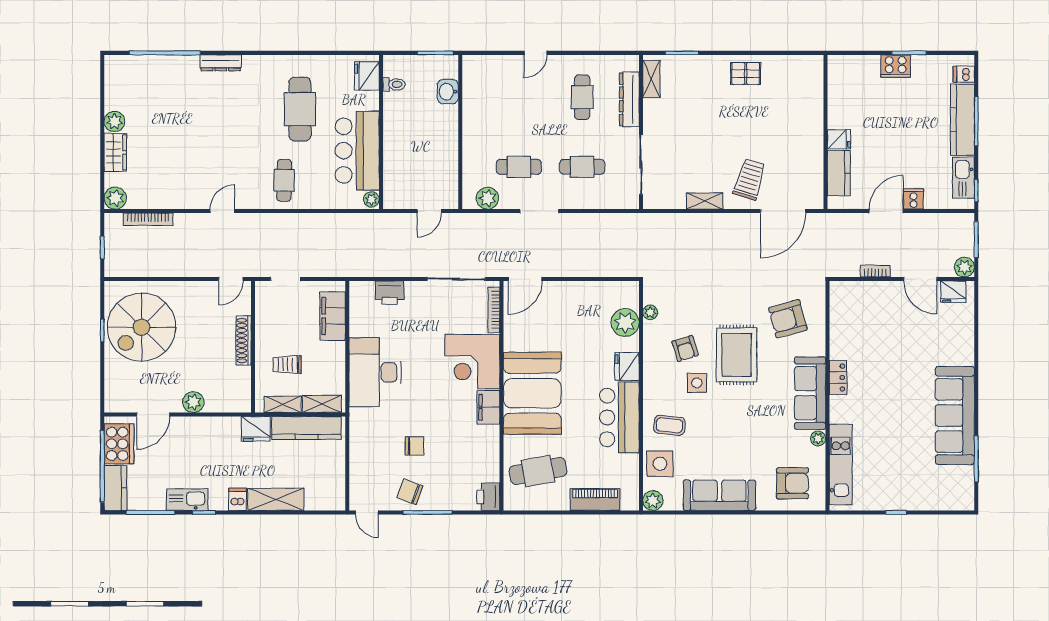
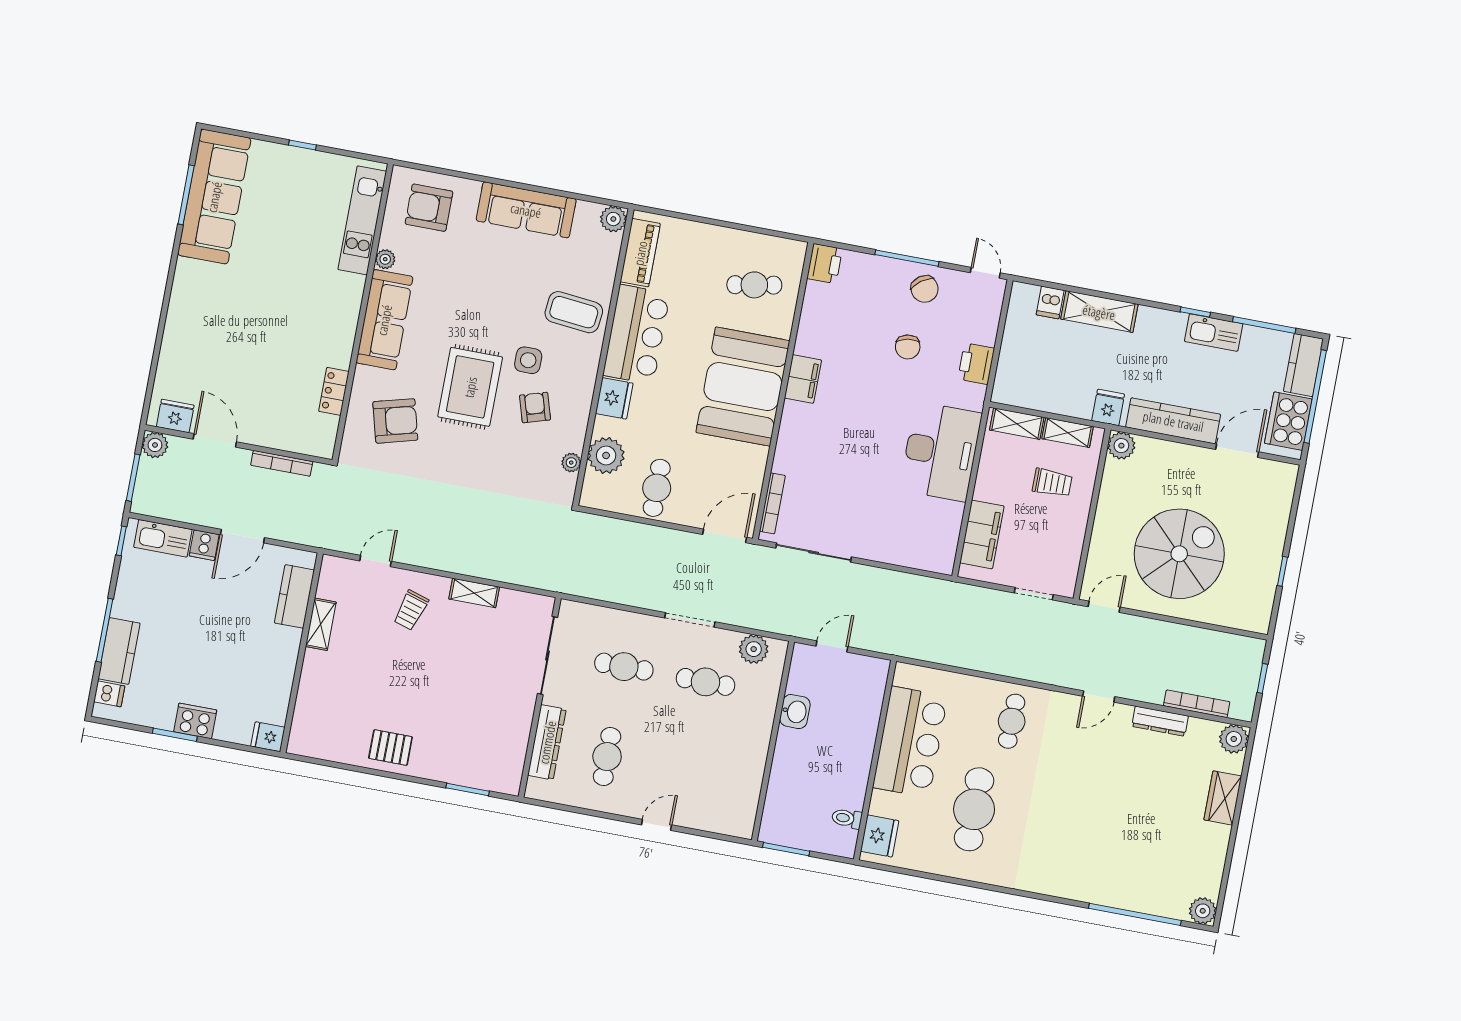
dresser: (221, 63) -> (1160, 721), moved, turned 180
shelving: (651, 79) -> (321, 624), moved
washbasin: (448, 92) -> (795, 712), moved
kitchen counter: (962, 120) -> (119, 651), width x0.67
plant: (114, 122) -> (1203, 911), moved
fridge: (839, 139) -> (268, 737), moved
kitchen sink: (963, 178) -> (163, 538), moved, turned 90
trolley: (750, 179) -> (411, 610), width x0.73, depth x0.72
plant: (371, 199) -> (904, 675), removed
door: (783, 211) -> (376, 561), width x0.53
bookcase: (875, 271) -> (282, 463), width x1.56
printer: (390, 293) -> (976, 364), moved, turned -90
cafe table: (583, 305) -> (657, 488), added
spiral stairs: (141, 327) -> (1179, 554), moved
shoe rack: (243, 341) -> (1103, 524), removed
corner desk: (472, 362) -> (813, 442), removed
locker: (838, 378) -> (334, 391), moved
plant: (193, 402) -> (1121, 446), moved
sofa: (955, 415) -> (214, 197), moved
coffee table: (669, 425) -> (574, 312), width x1.36, depth x1.30
kitchen counter: (306, 428) -> (1173, 421), moved
fridge: (256, 429) -> (1108, 407), width x0.72
chair: (414, 446) -> (908, 347), turned -100
side table: (660, 464) -> (595, 265), removed
cafe table: (538, 471) -> (754, 285), width x0.73, depth x0.74
chair: (410, 492) -> (925, 289), turned 34
dishwasher: (238, 499) -> (1050, 302), moved
piano: (595, 500) -> (640, 253), moved, turned -90

